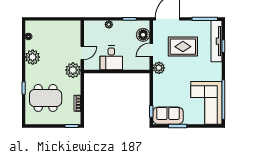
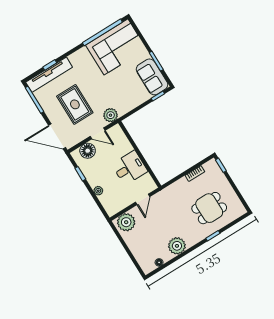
door: (82, 53) -> (143, 199), swing flipped
plant: (73, 70) -> (126, 222), moved
dining table: (46, 98) -> (209, 208), width x0.73

